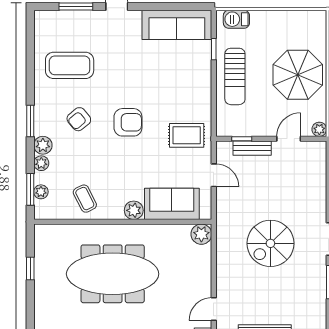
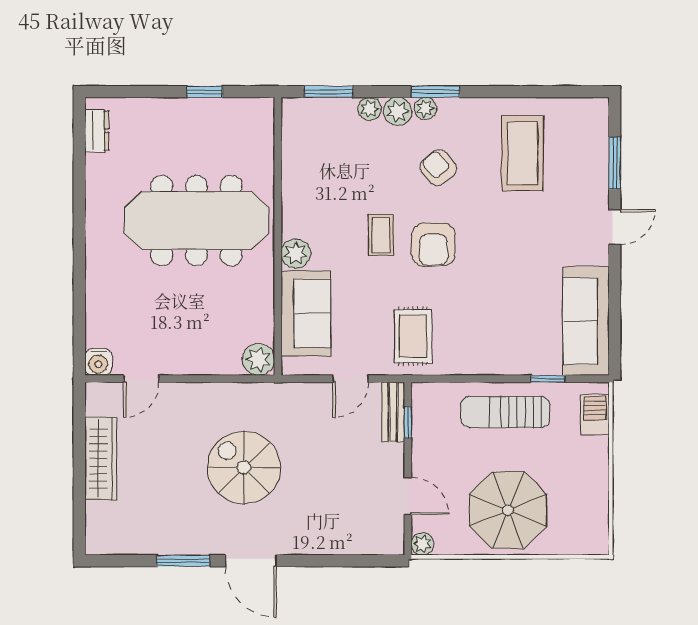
bench: (252, 148) -> (393, 412), moved
plant: (41, 192) -> (425, 108), moved
coffee table: (85, 199) -> (381, 235), moved, turned -63
meeting table: (113, 274) -> (196, 221), turned 90
door: (214, 309) -> (141, 379), swing flipped

